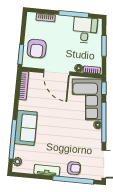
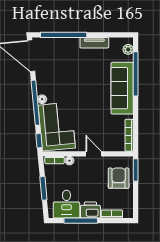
printer: (64, 23) -> (90, 210), added
door: (57, 72) -> (94, 154), width x0.53
sofa: (26, 128) -> (122, 88), width x1.36
armchair: (74, 168) -> (64, 48), removed

